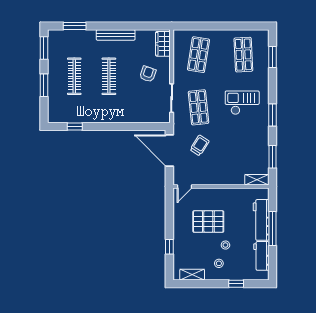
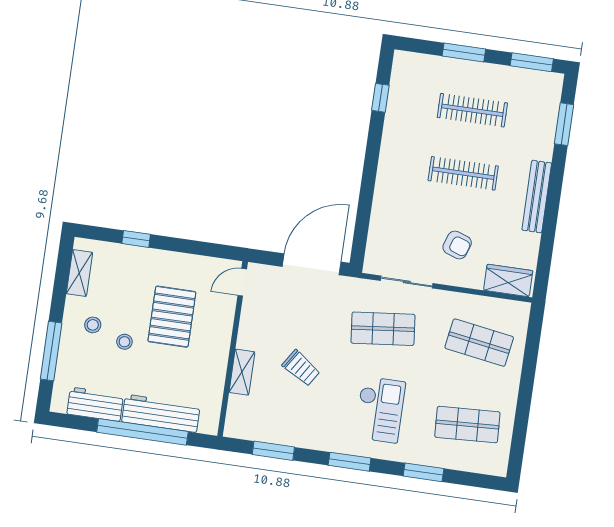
window: (272, 57) -> (424, 472), moved
trolley: (200, 145) -> (301, 368), moved
shelving: (257, 180) -> (242, 372), moved
door: (184, 186) -> (242, 282), hinge flipped
window: (272, 228) -> (142, 432), width x1.46
window: (236, 284) -> (51, 351), width x2.17

